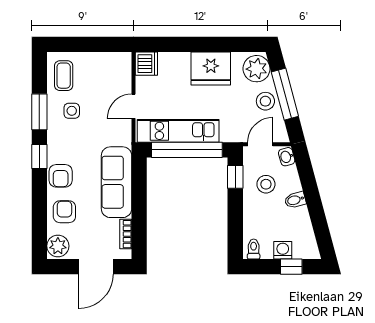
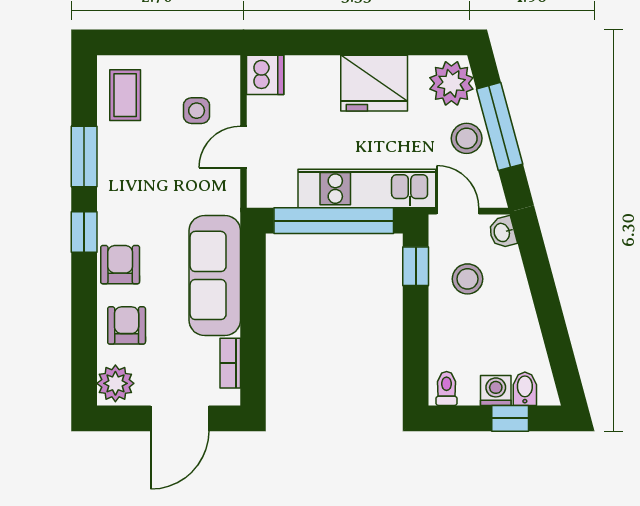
side table: (72, 111) -> (197, 111), moved
kitchen unit: (178, 131) -> (367, 189), moved
door: (260, 144) -> (458, 211), hinge flipped
armchair: (61, 176) -> (120, 265), turned 180
bidet: (295, 200) -> (525, 389), moved, turned 105

